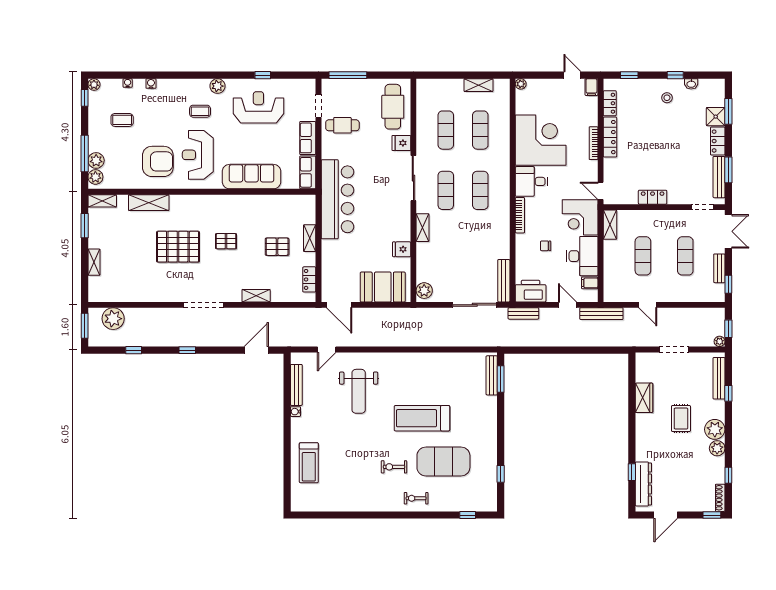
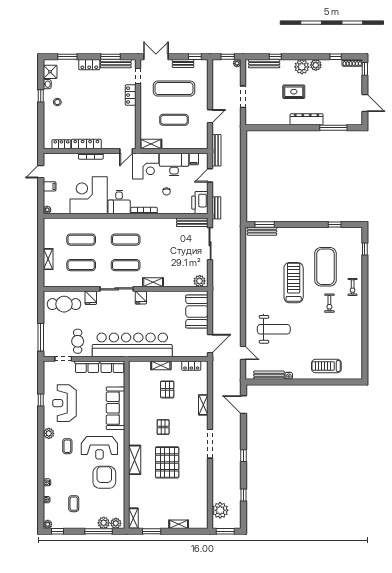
window: (629, 75) -> (41, 130), removed
shelving: (479, 85) -> (48, 259), moved
filing cabinet: (591, 87) -> (50, 186), moved
shower: (716, 117) -> (50, 72), moved
locker: (653, 197) -> (131, 95), moved
bar counter: (337, 199) -> (132, 345), width x1.36
shelving: (149, 203) -> (135, 460), moved
fridge: (402, 249) -> (141, 298), moved
exercise mat: (685, 256) -> (174, 89), width x1.36, depth x1.45
wardrobe: (644, 398) -> (279, 119), removed
treadmill: (422, 418) -> (294, 283), turned 180
treadmill: (309, 463) -> (326, 366), turned 180
window: (632, 472) -> (333, 128), width x2.17
dresser: (643, 484) -> (307, 119), moved

